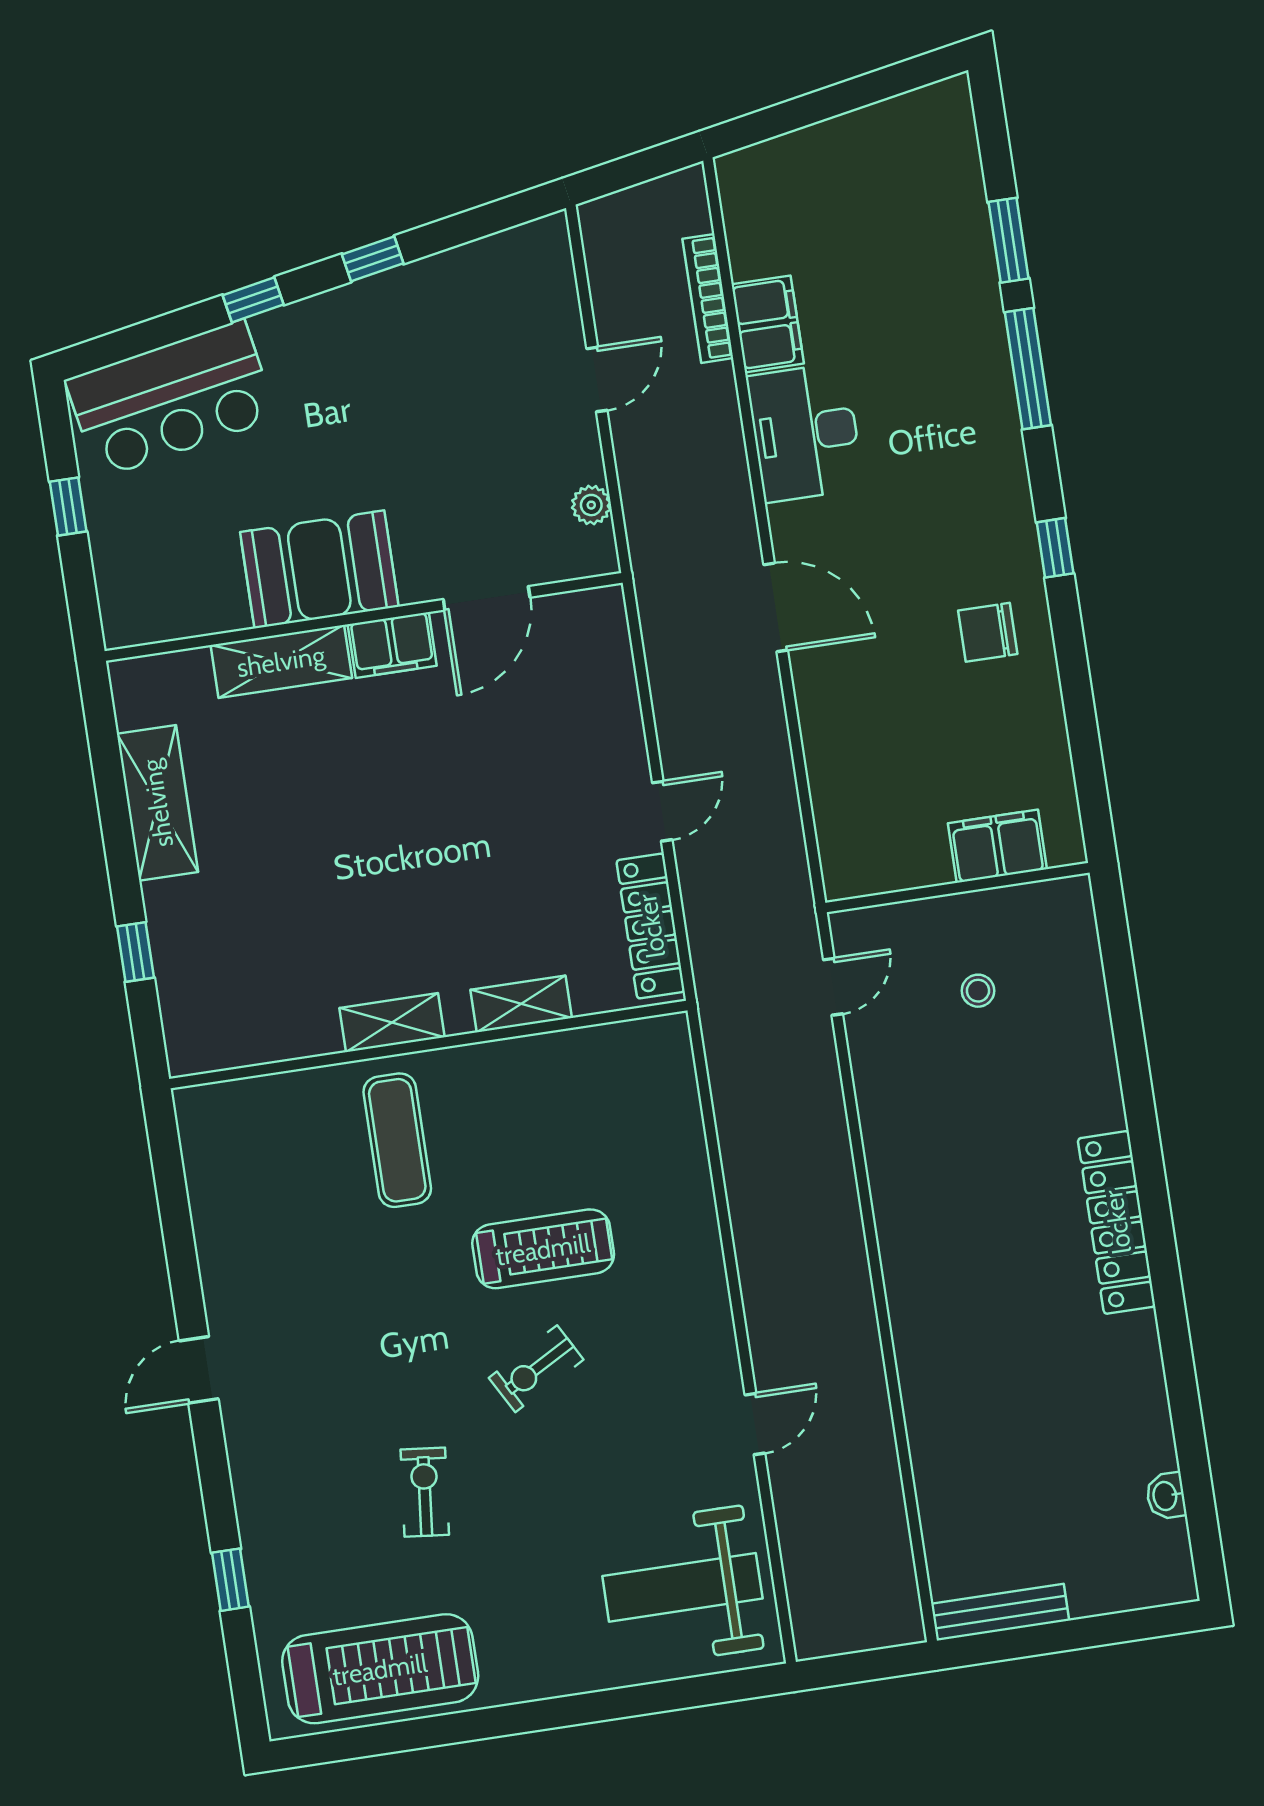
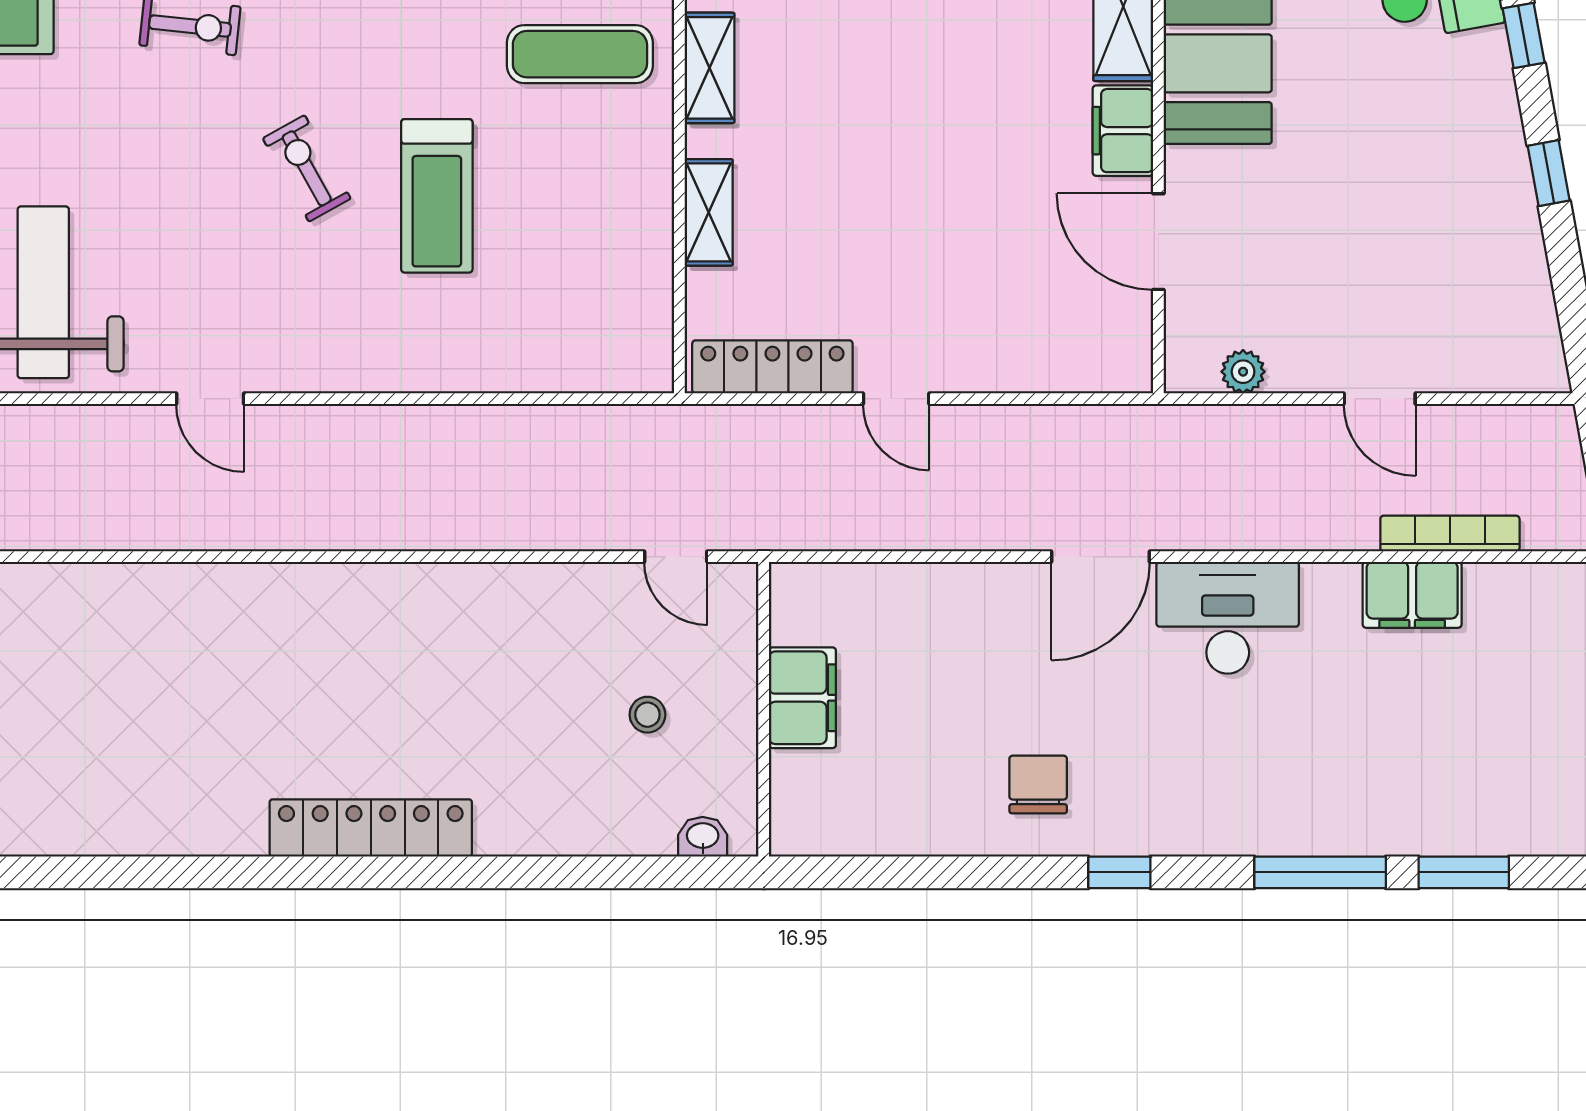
desk: (805, 432) -> (1228, 618), moved
filing cabinet: (997, 846) -> (802, 698), moved
washbasin: (1166, 1496) -> (703, 837), moved

